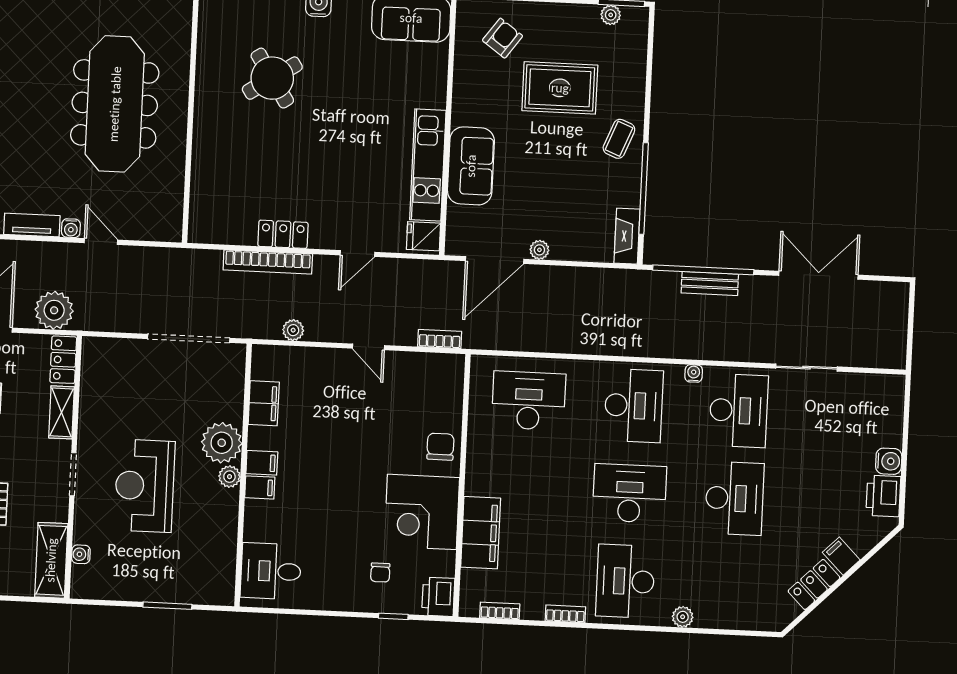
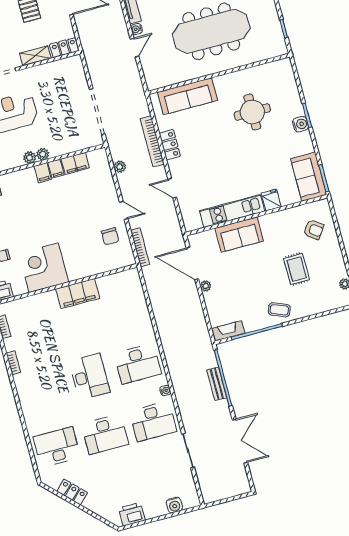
round table: (272, 78) -> (252, 112), turned 33
rug: (560, 88) -> (297, 269), width x0.73, depth x0.70
sofa: (211, 179) -> (187, 96), added
fridge: (424, 236) -> (271, 200), moved
plant: (54, 310) -> (89, 34), removed
bookcase: (440, 339) -> (140, 247), width x1.56
door: (369, 347) -> (124, 210), swing flipped
desk: (529, 401) -> (122, 306), removed
plant: (222, 443) -> (43, 154), width x0.53, depth x0.53
chair: (440, 447) -> (110, 236), moved, turned 90
water cooler: (889, 461) -> (174, 505), moved
filing cabinet: (260, 487) -> (56, 169), moved
filing cabinet: (481, 533) -> (78, 294), moved
filing cabinet: (841, 556) -> (92, 502), removed
desk: (625, 581) -> (57, 447), moved
plant: (683, 617) -> (32, 427), removed

